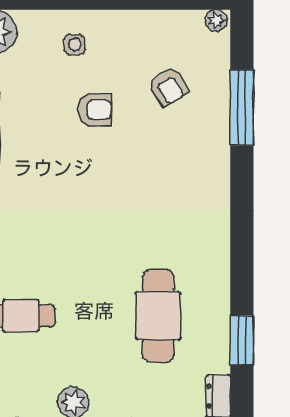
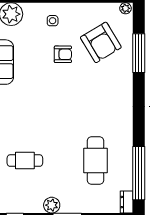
armchair: (168, 87) -> (101, 42), width x1.88, depth x1.88
window: (242, 340) -> (139, 173), width x2.11

